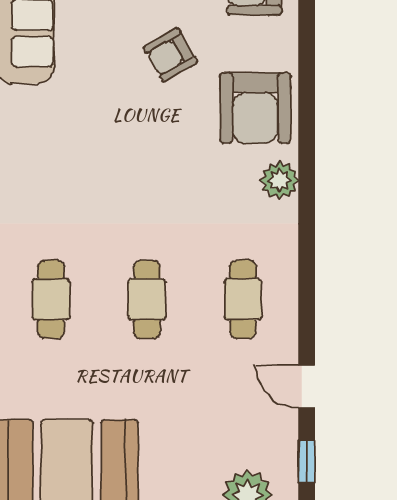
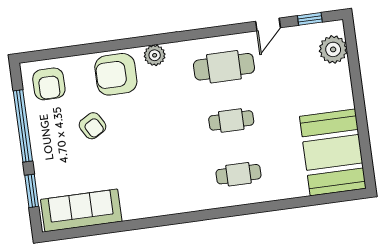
armchair: (255, 108) -> (116, 74), turned 180
cafe table: (243, 299) -> (224, 67), width x1.37, depth x1.35

